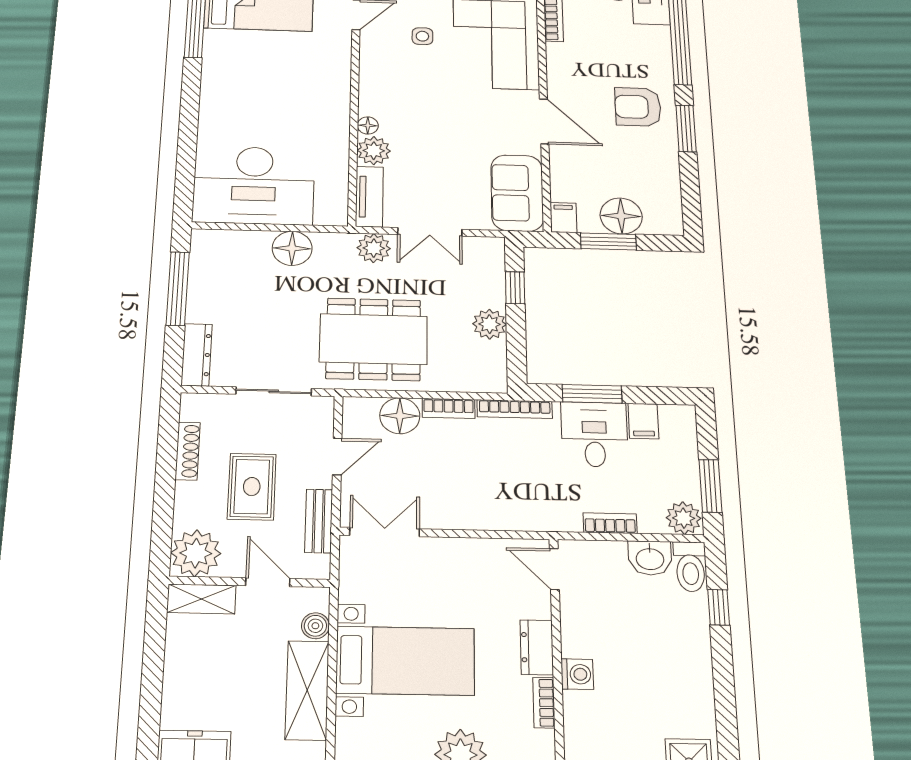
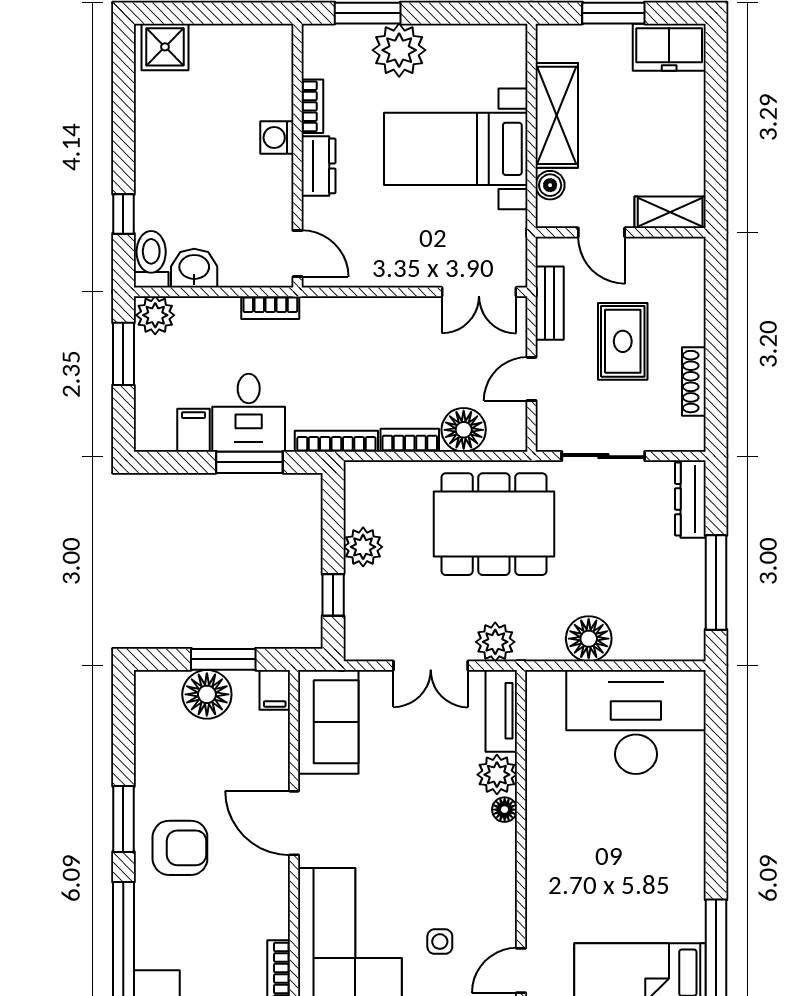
double door: (430, 232) -> (431, 666), swing flipped
bookcase: (610, 523) -> (270, 308), moved
plant: (196, 553) -> (679, 263), removed

